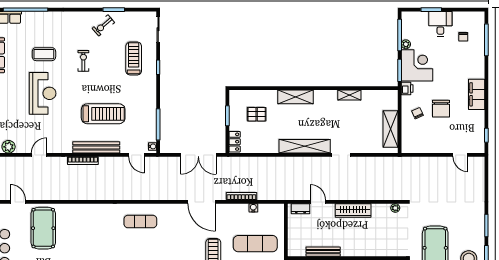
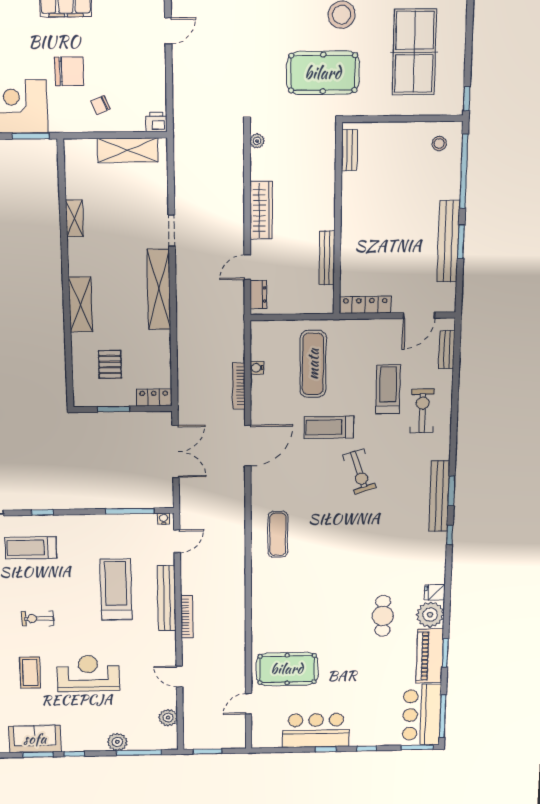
printer: (407, 88) -> (156, 122), moved
chair: (441, 109) -> (69, 71), moved

